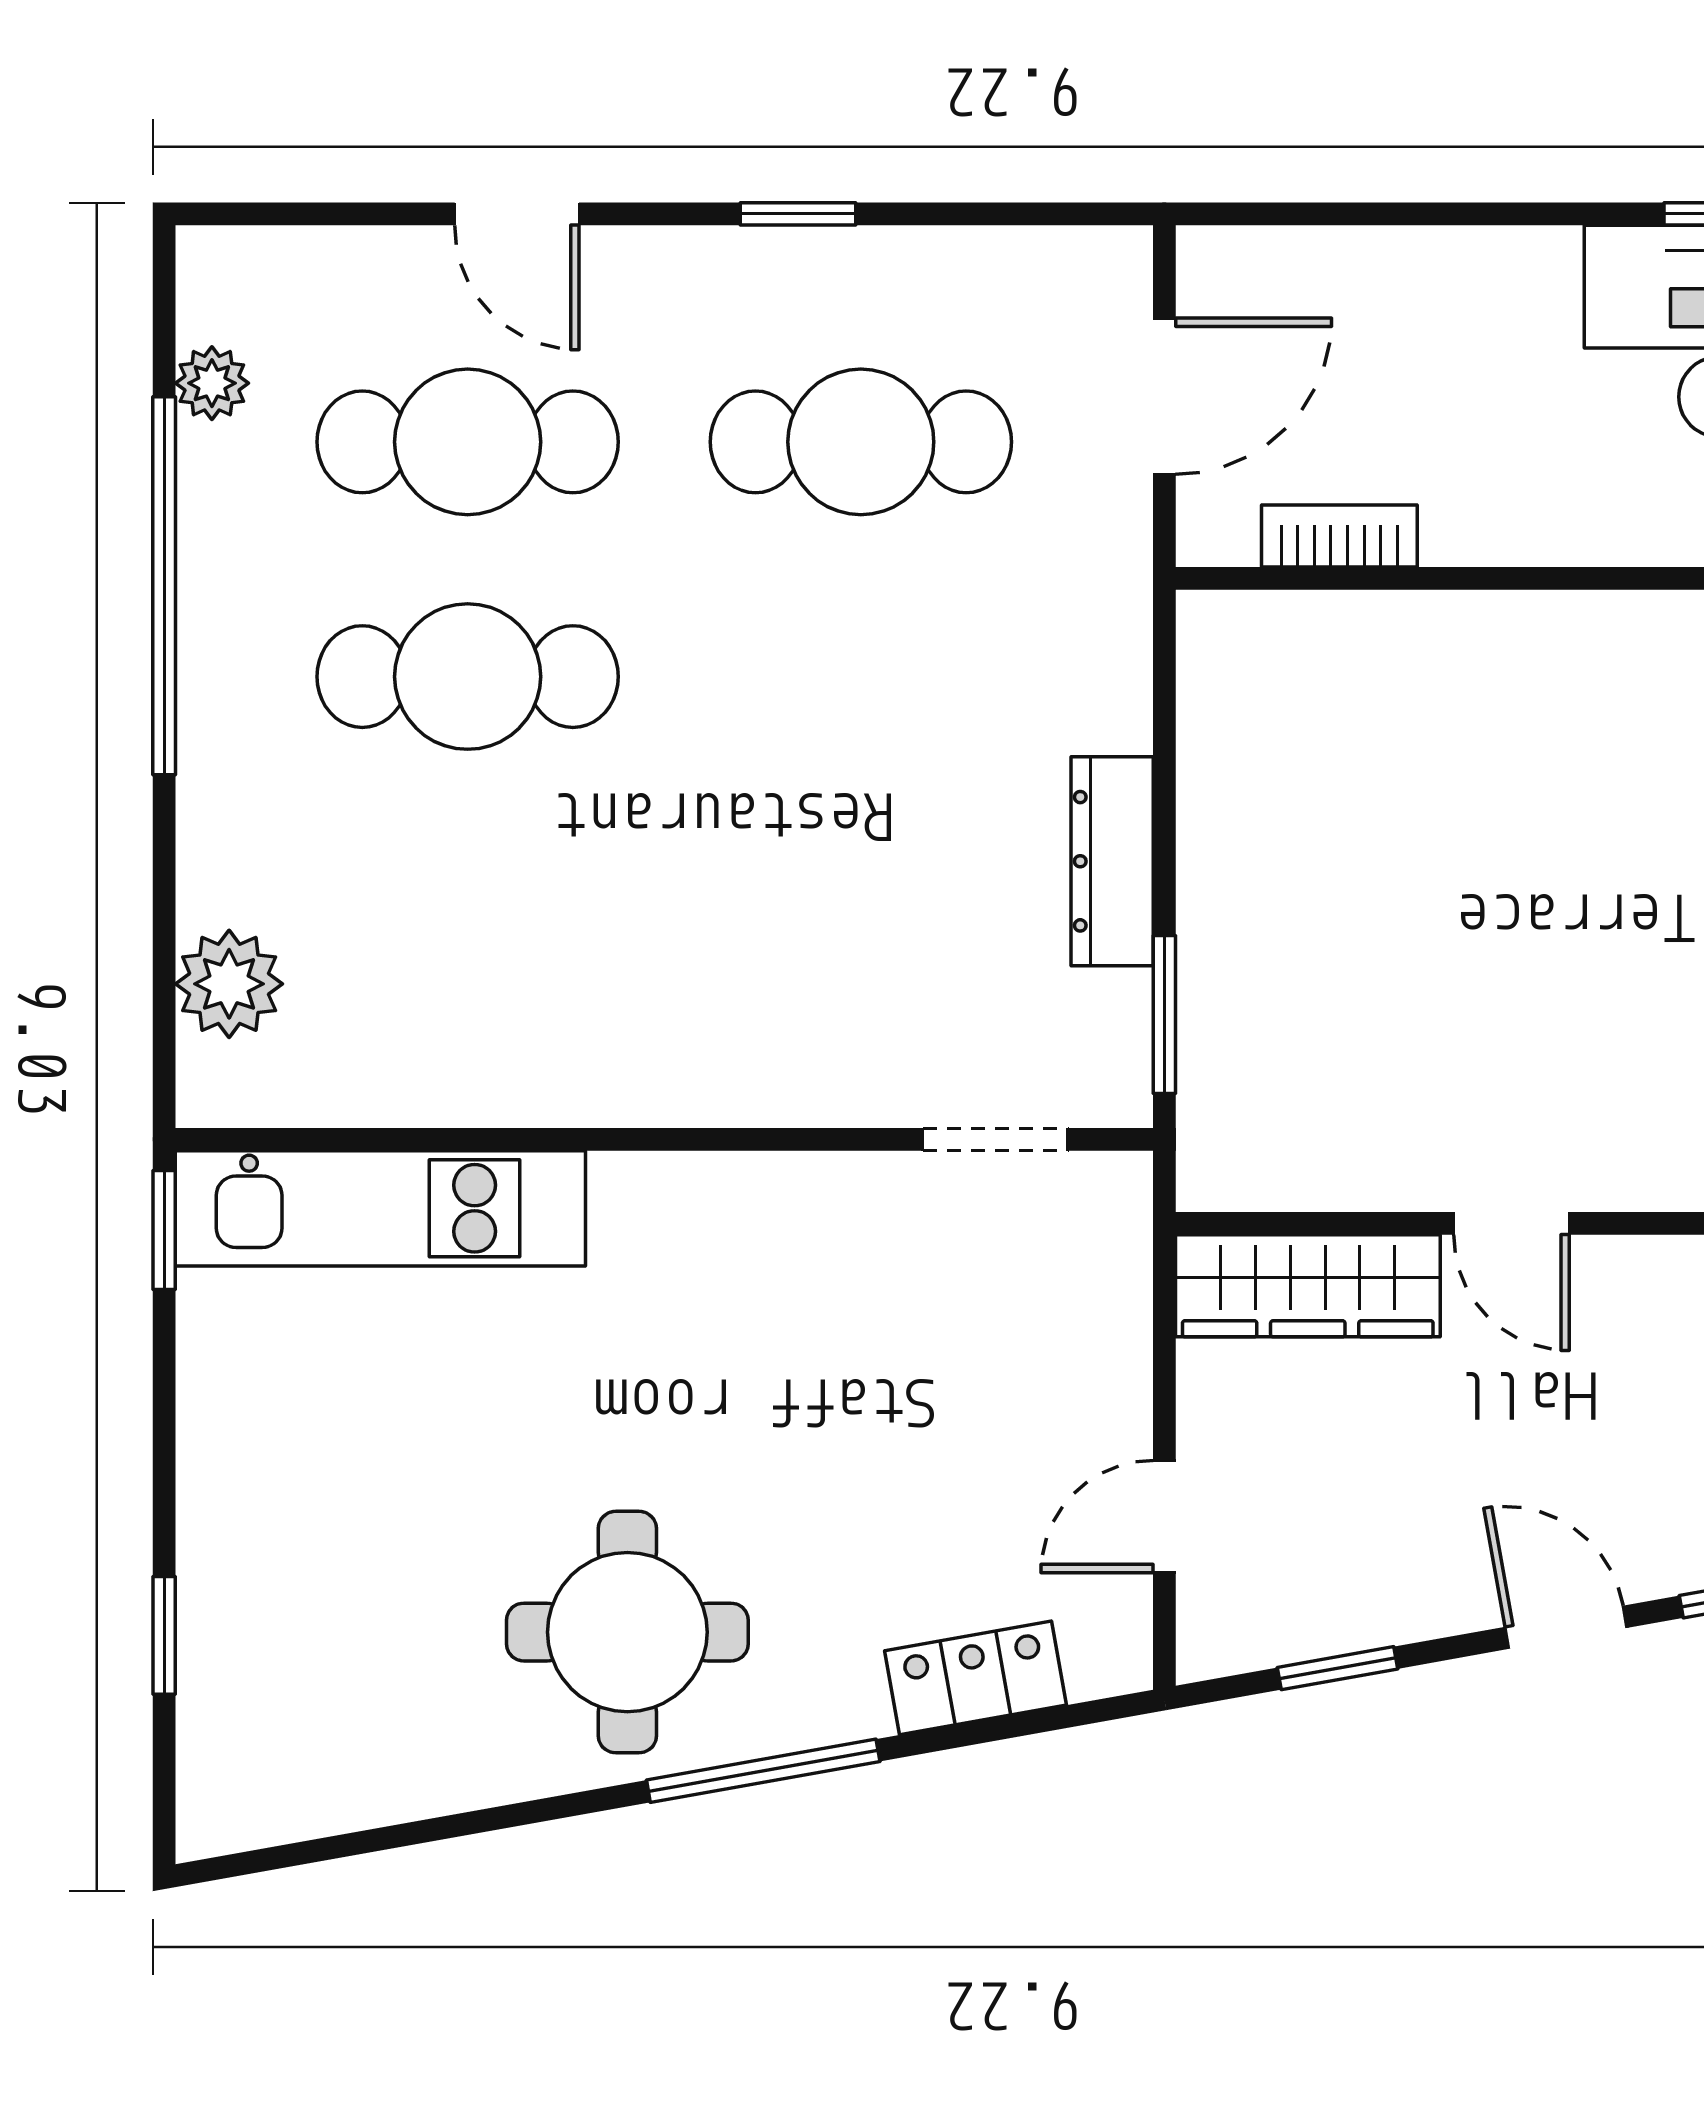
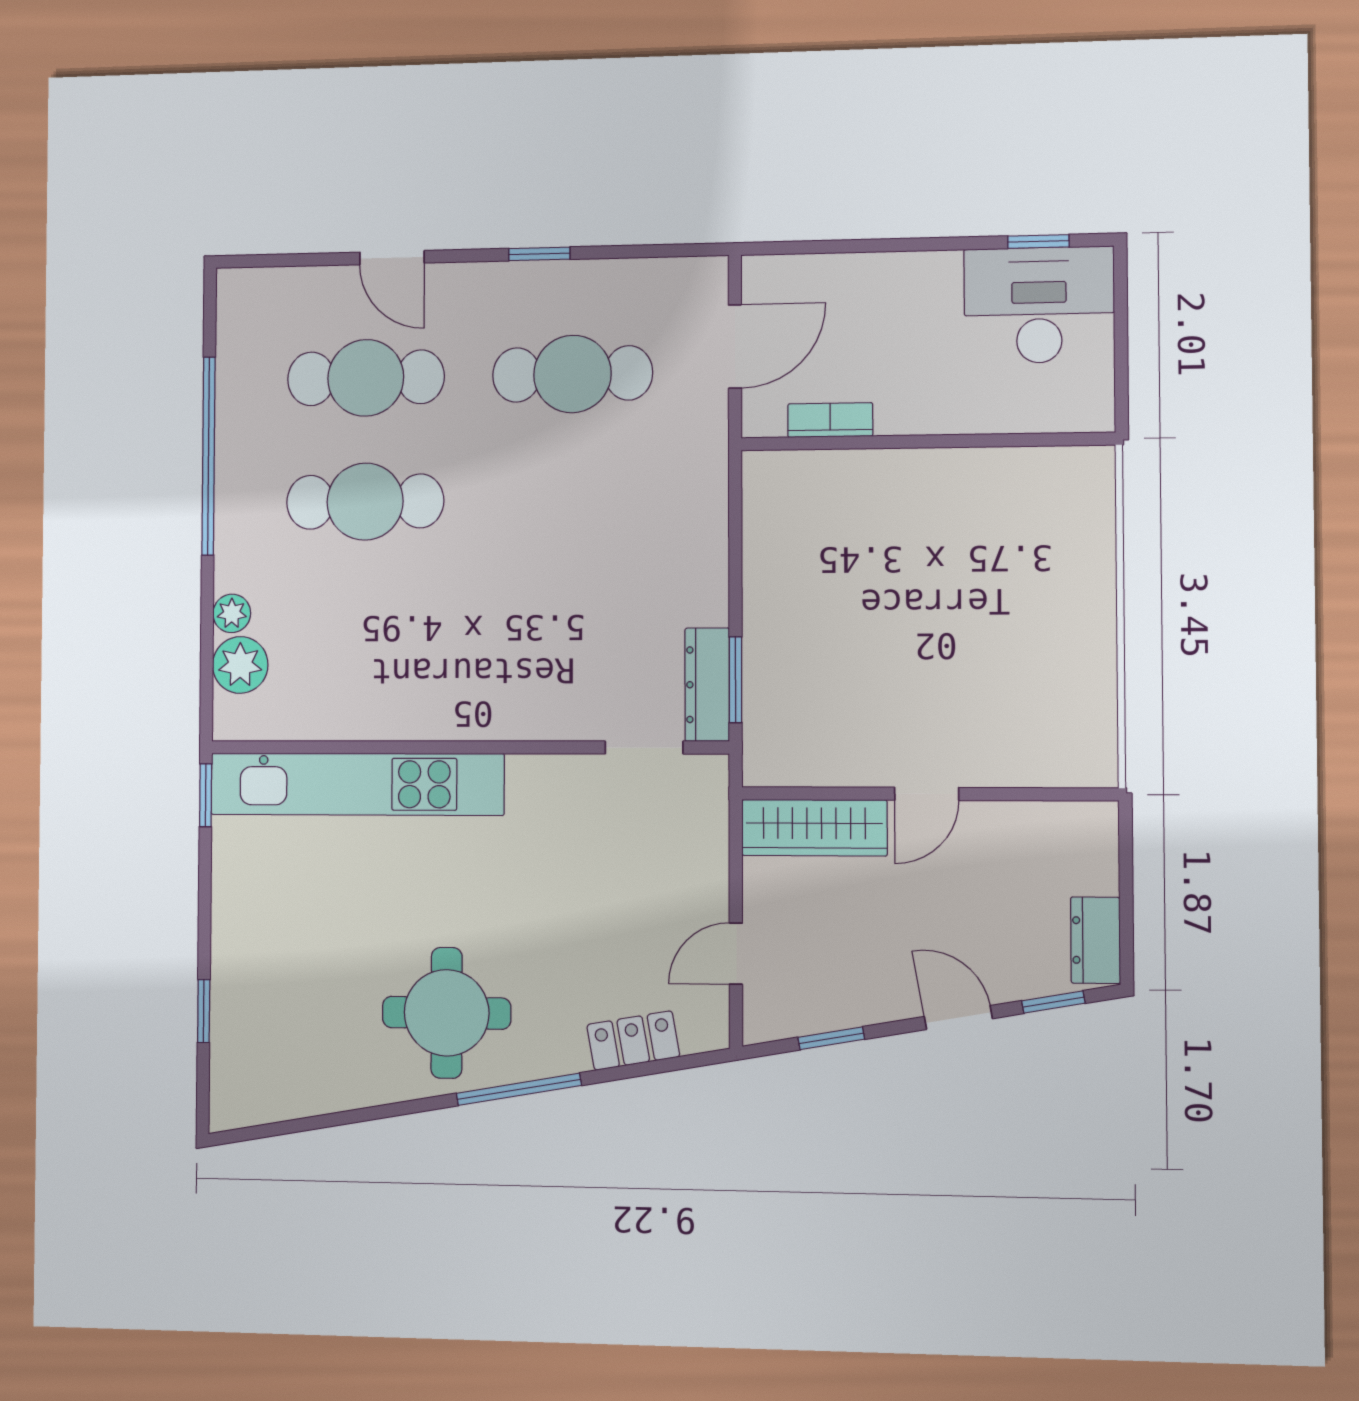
plant: (212, 383) -> (232, 613), moved
dresser: (1112, 861) -> (707, 685), moved
kitchen unit: (380, 1208) -> (357, 784), width x1.36
door: (1512, 1223) -> (927, 794), hinge flipped

